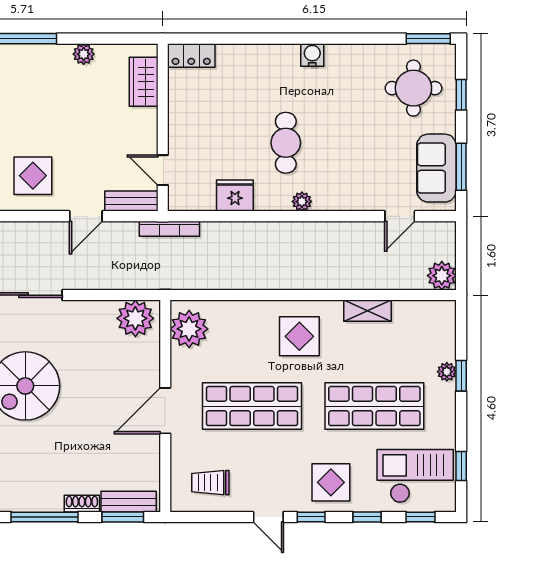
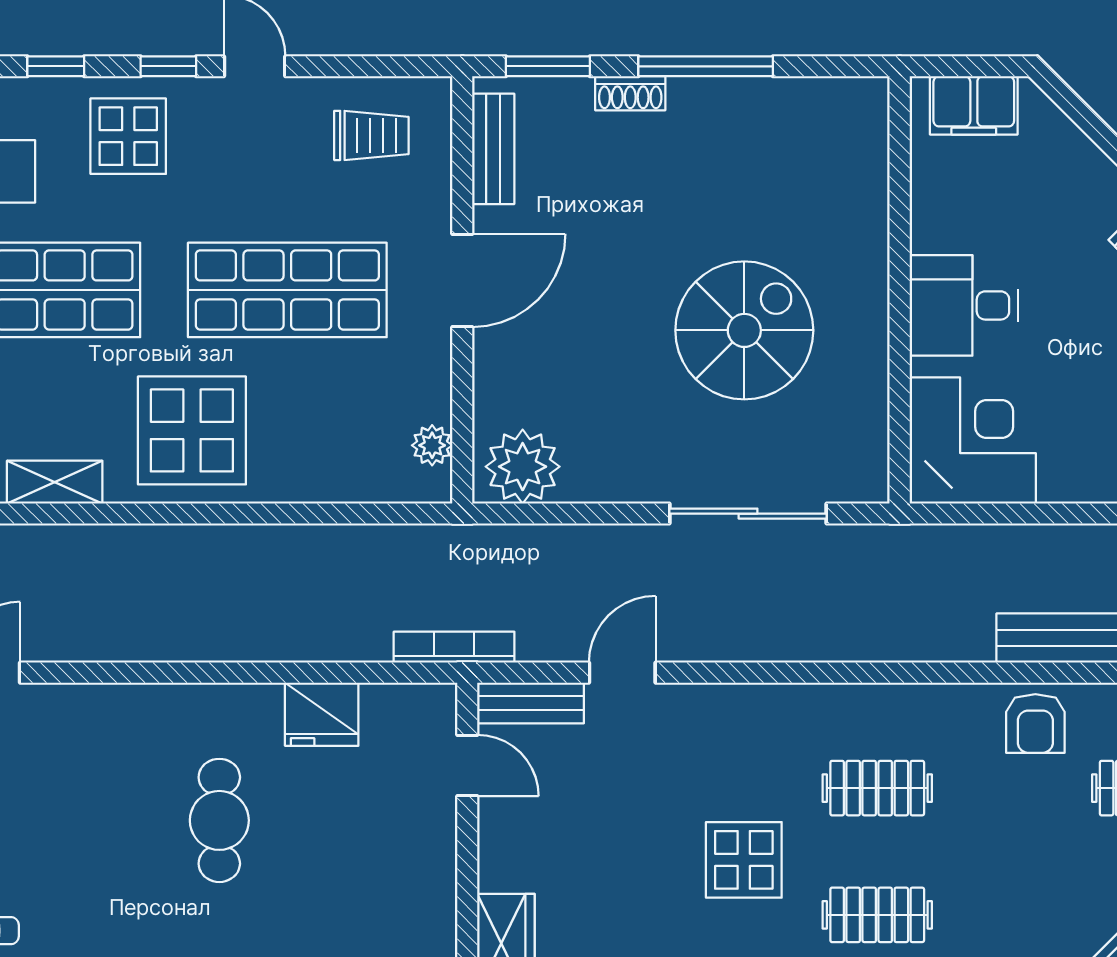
display table: (33, 176) -> (744, 860), moved
plant: (302, 202) -> (187, 702), removed
plant: (189, 329) -> (432, 445), width x0.53, depth x0.53
display table: (299, 336) -> (192, 430), width x1.36, depth x1.36
bench: (129, 502) -> (493, 149), moved, turned 90

